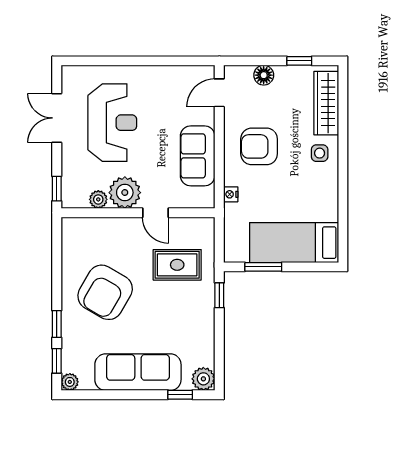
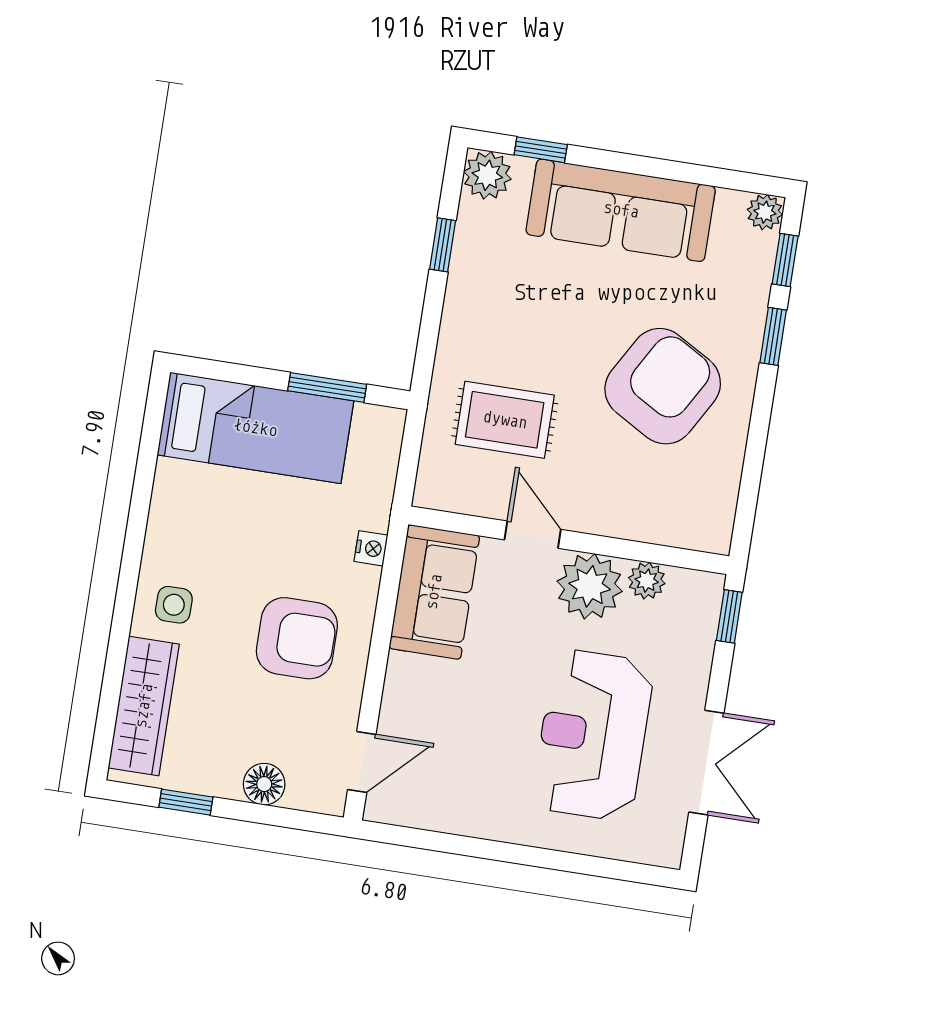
sofa: (198, 156) -> (434, 592), moved
window: (219, 295) -> (443, 245), moved

